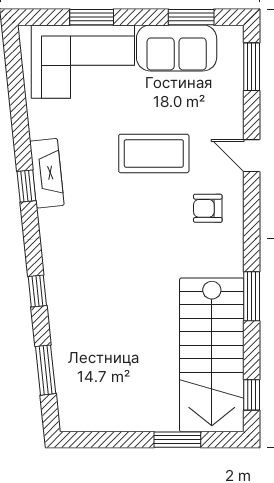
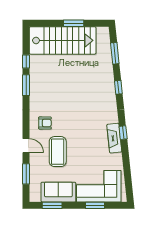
window: (252, 67) -> (26, 174), moved
coffee table: (154, 153) -> (58, 152), moved, turned 90
stairs: (212, 355) -> (63, 40), moved, turned 90
window: (252, 395) -> (26, 61), moved
window: (177, 440) -> (74, 23), moved

